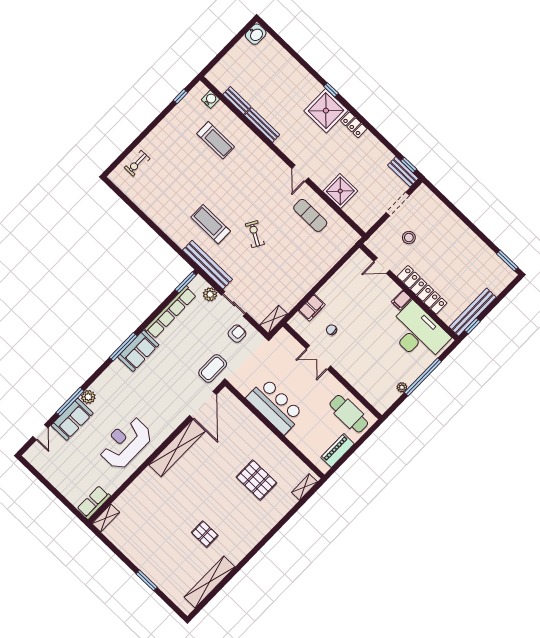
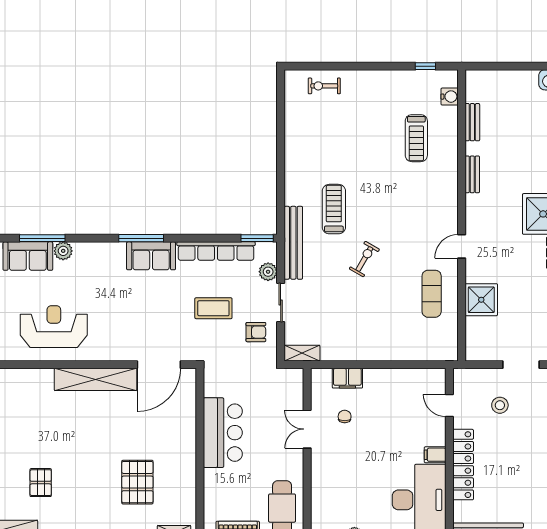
bench: (262, 125) -> (472, 174), width x0.73
coffee table: (213, 368) -> (213, 308), moved

